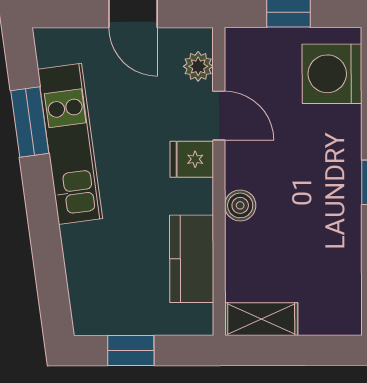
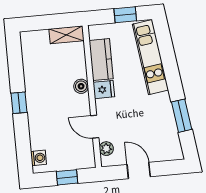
washing machine: (332, 74) -> (39, 158), width x0.53, depth x0.53
kitchen unit: (70, 144) -> (150, 57), moved
fridge: (192, 159) -> (104, 90), moved

